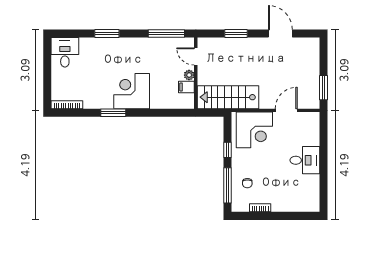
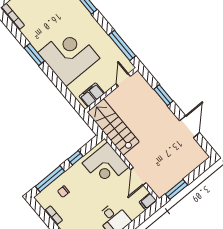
plant: (189, 75) -> (106, 86), removed
filing cabinet: (186, 87) -> (92, 95), width x2.00
corner desk: (132, 91) -> (69, 55), width x1.36, depth x1.36
door: (286, 110) -> (138, 176), swing flipped
filing cabinet: (314, 120) -> (148, 201), added

